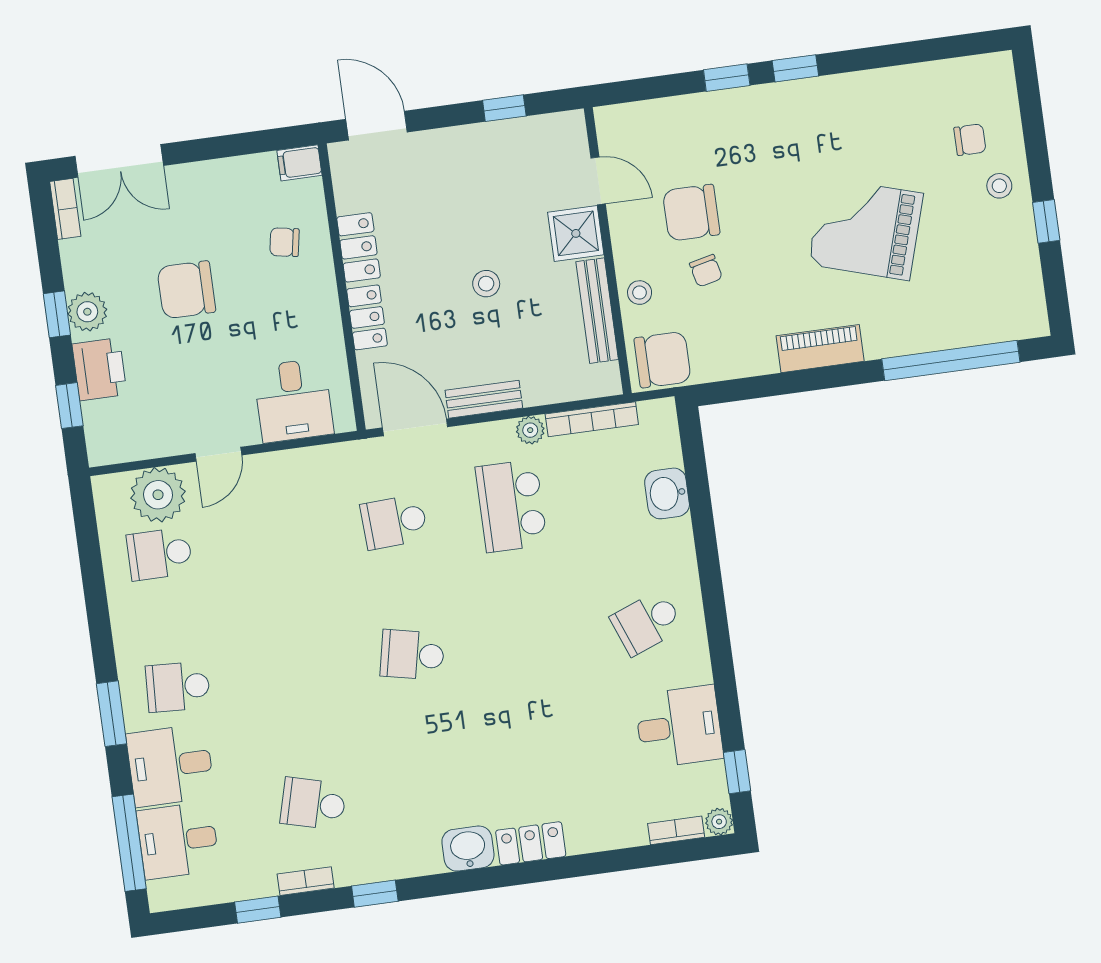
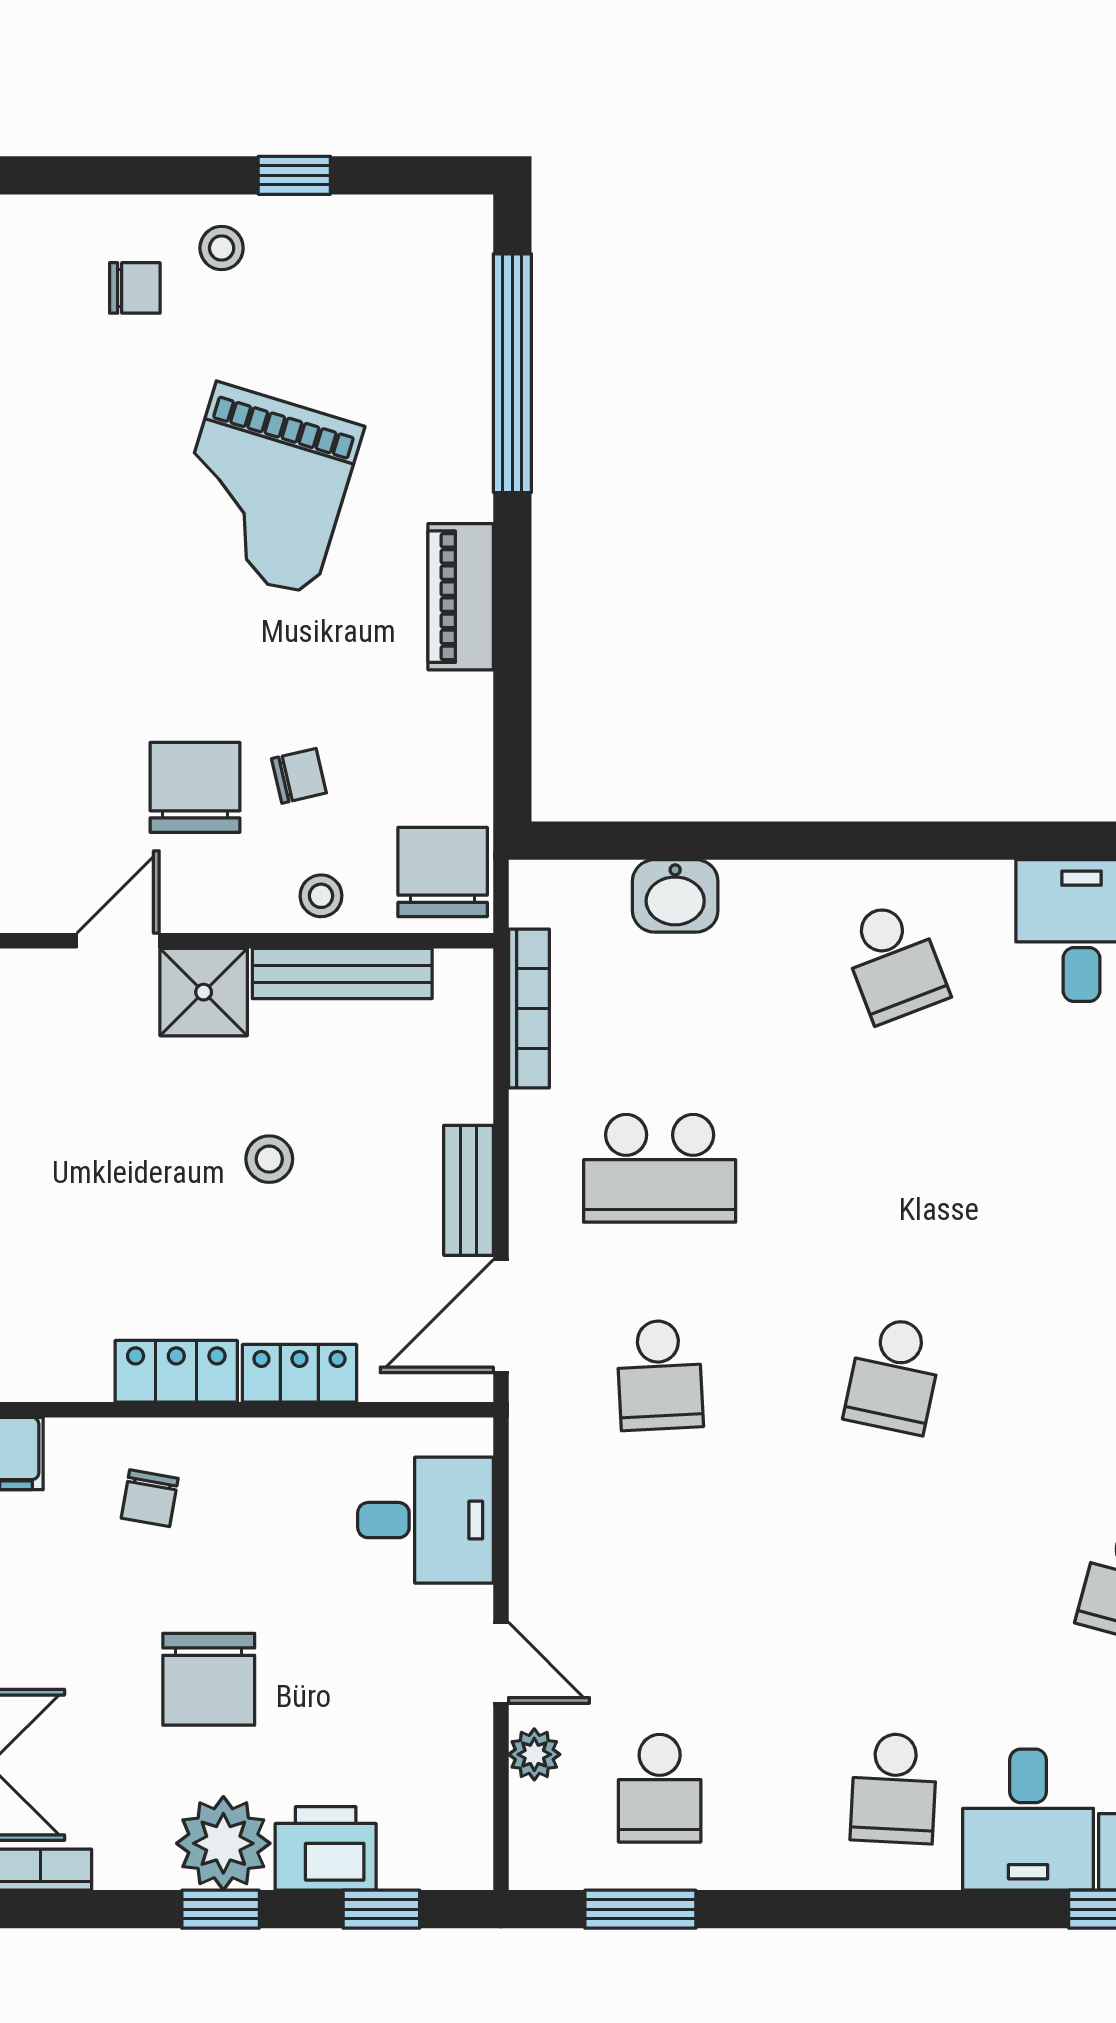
chair: (970, 140) -> (135, 288), turned 90
chair: (691, 213) -> (195, 787), turned 180
plant: (87, 312) -> (223, 1843), width x1.36, depth x1.36
plant: (530, 430) -> (533, 1118), removed
plant: (158, 495) -> (534, 1754), width x0.53, depth x0.53
window: (112, 714) -> (640, 1909), moved

